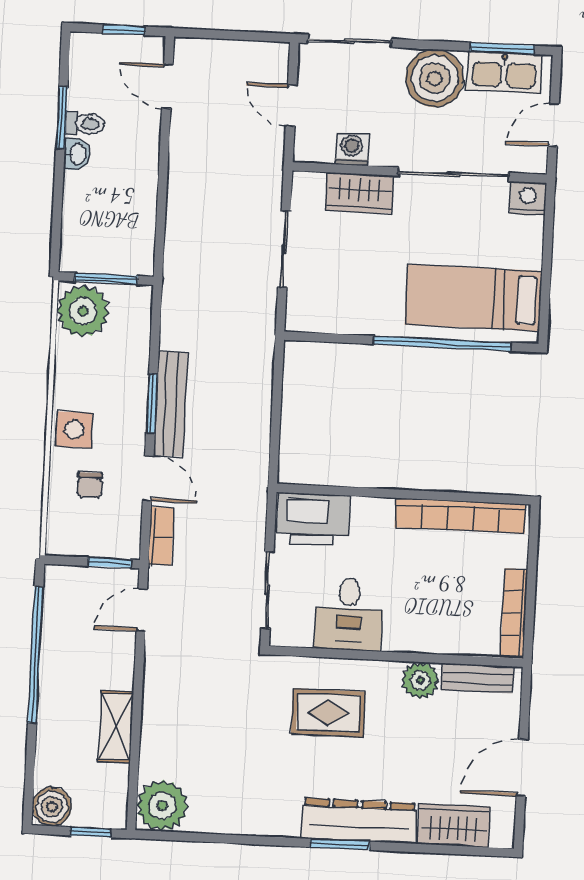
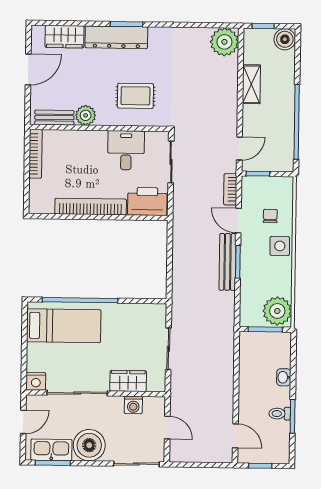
washbasin: (77, 154) -> (284, 377), moved
bookcase: (460, 516) -> (91, 207), moved

